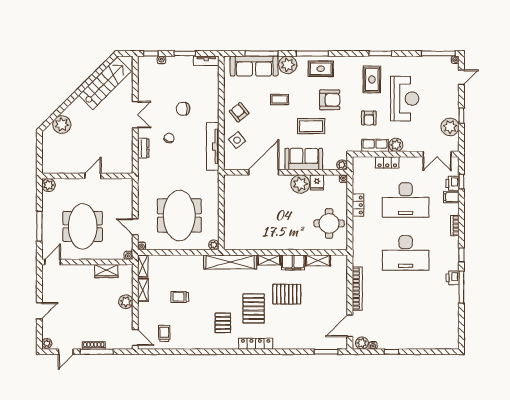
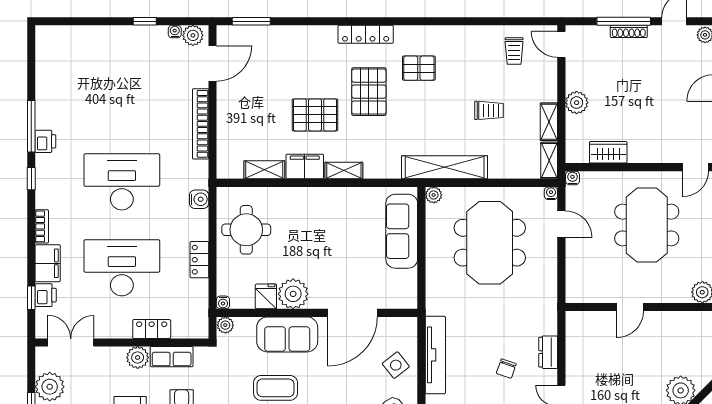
filing cabinet: (451, 197) -> (48, 263), width x2.00
sofa: (233, 223) -> (402, 231), added
water cooler: (358, 242) -> (199, 199), added
shelving: (230, 262) -> (445, 167), moved
pallet: (223, 323) -> (419, 68), turned 90

